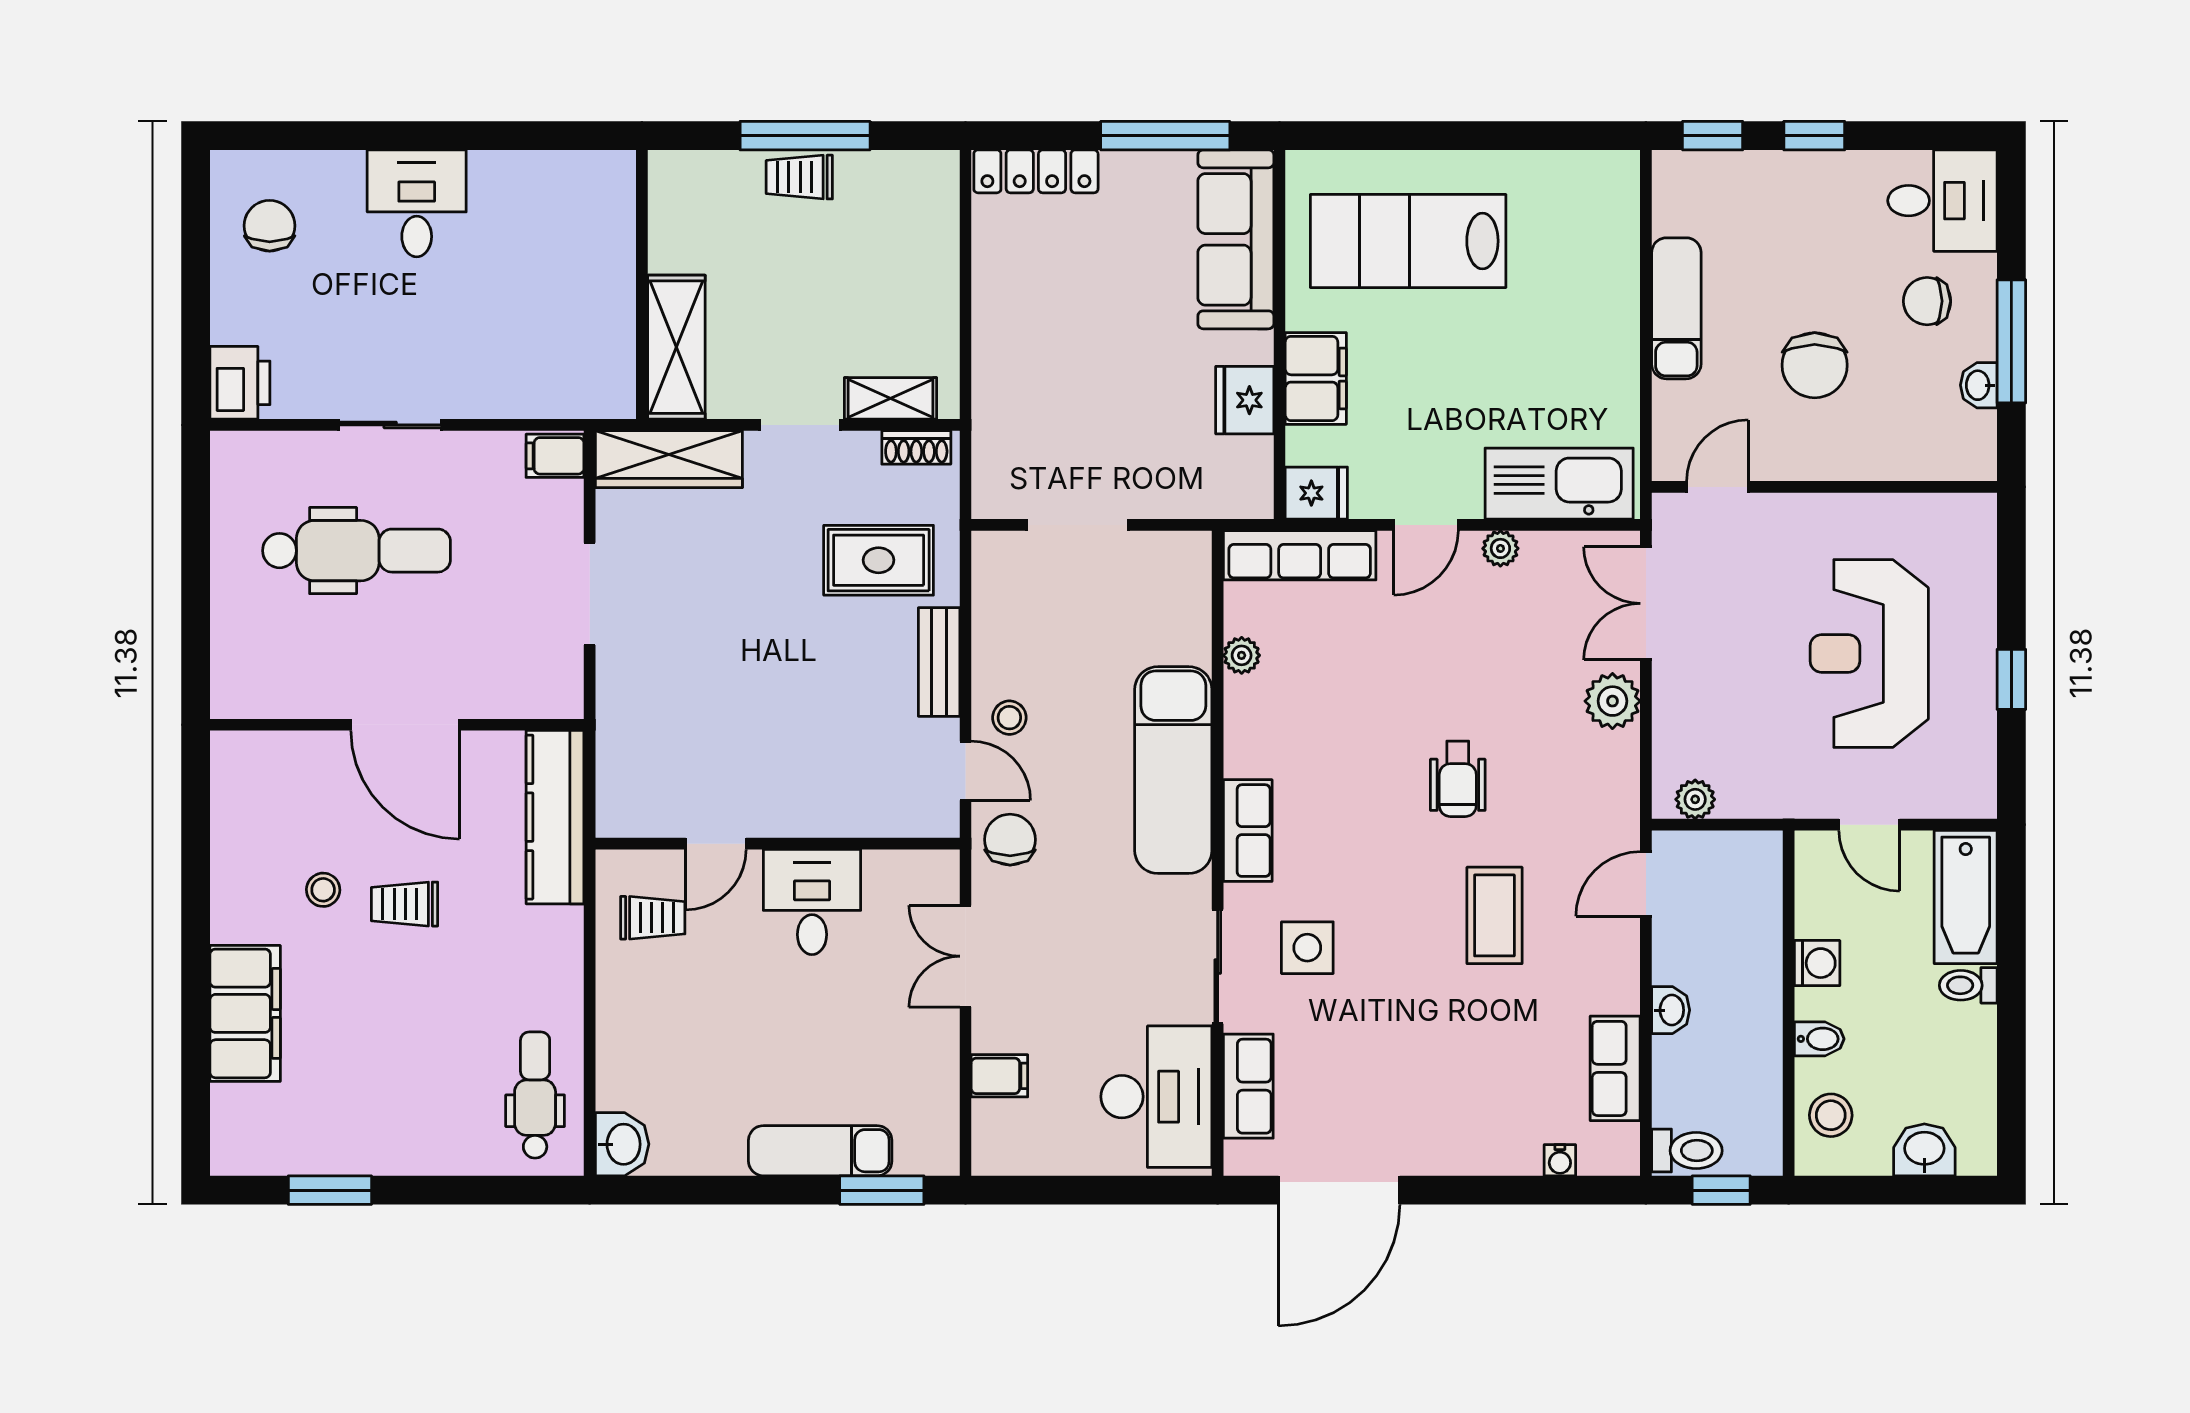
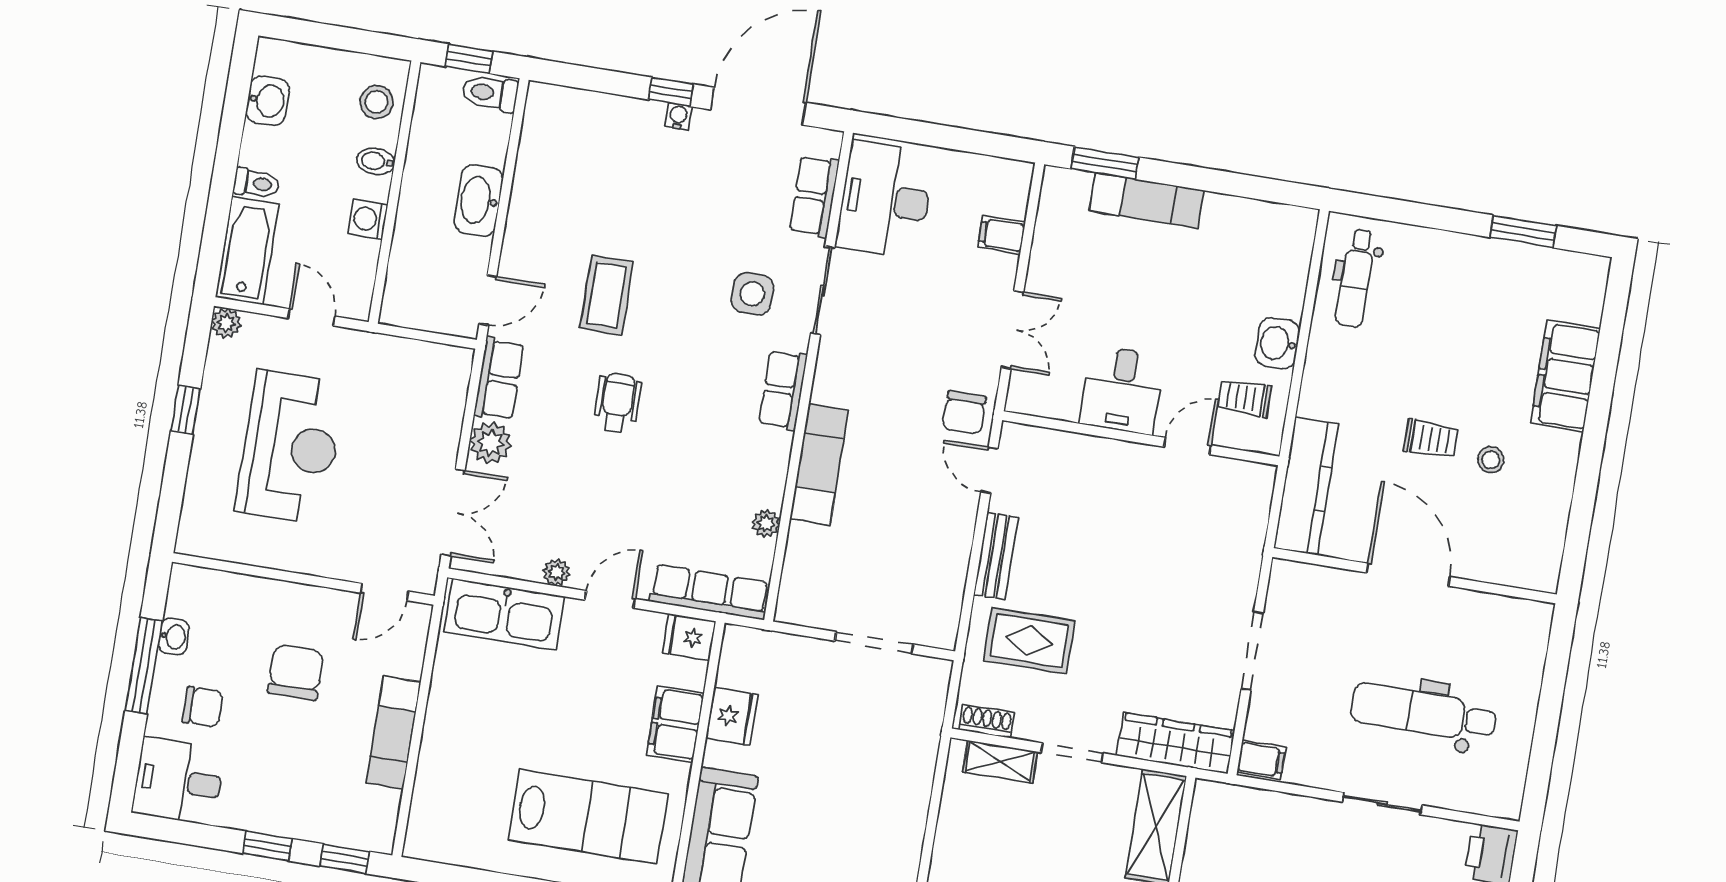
stool: (1009, 718) -> (950, 505), removed
exam couch: (1173, 770) -> (819, 464), width x0.73, depth x0.69
plant: (1695, 799) -> (226, 323), moved
washbasin: (1671, 1010) -> (478, 200), width x1.91, depth x1.45
row of seats: (1615, 1068) -> (499, 379), moved
washbasin: (622, 1144) -> (1277, 343), moved
washbasin: (1924, 1150) -> (268, 101), moved, turned -90
water cooler: (1560, 1160) -> (678, 116), moved
window: (1455, 1190) -> (671, 92), added

